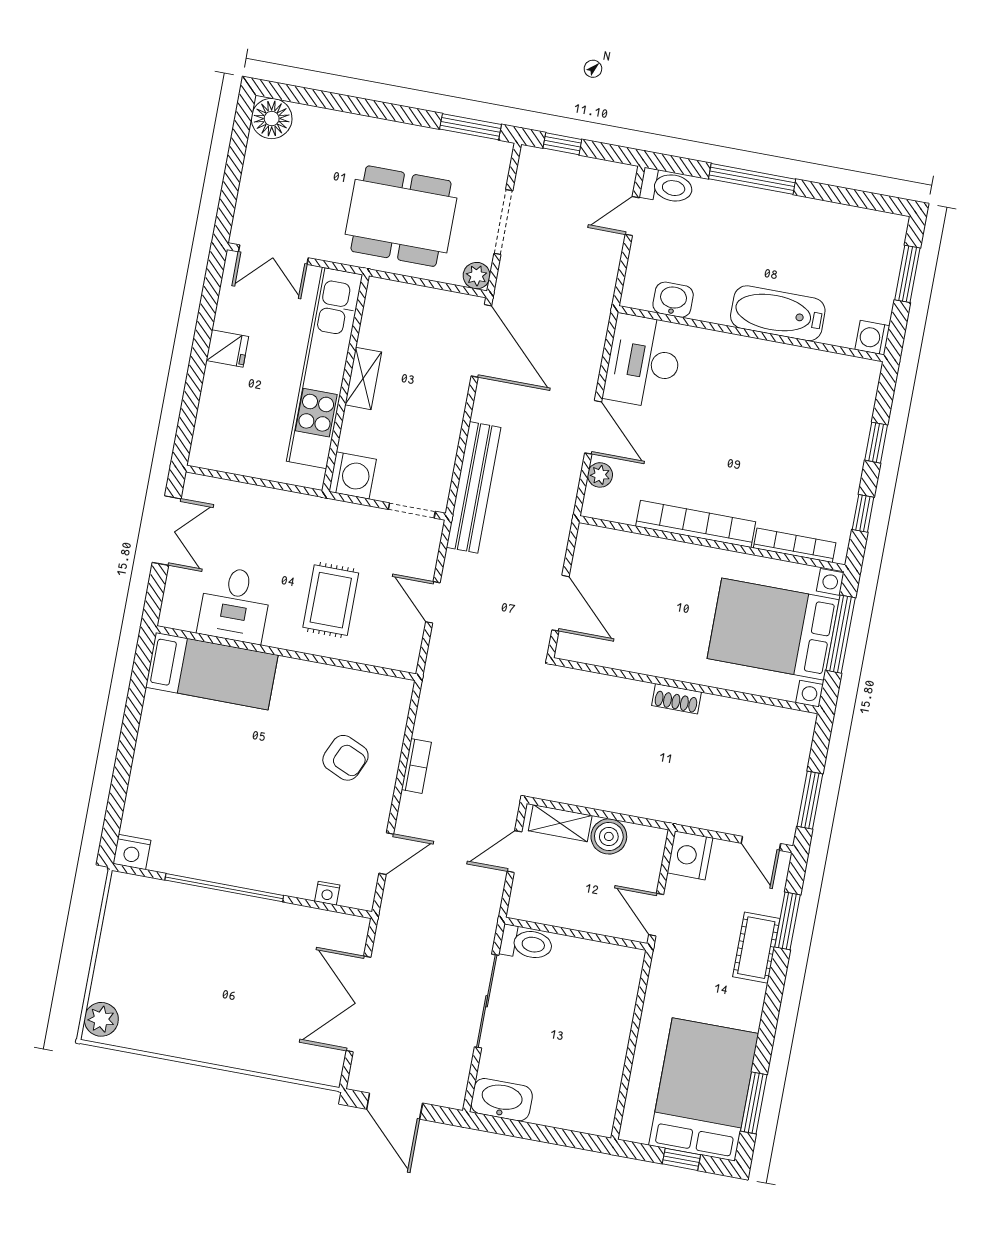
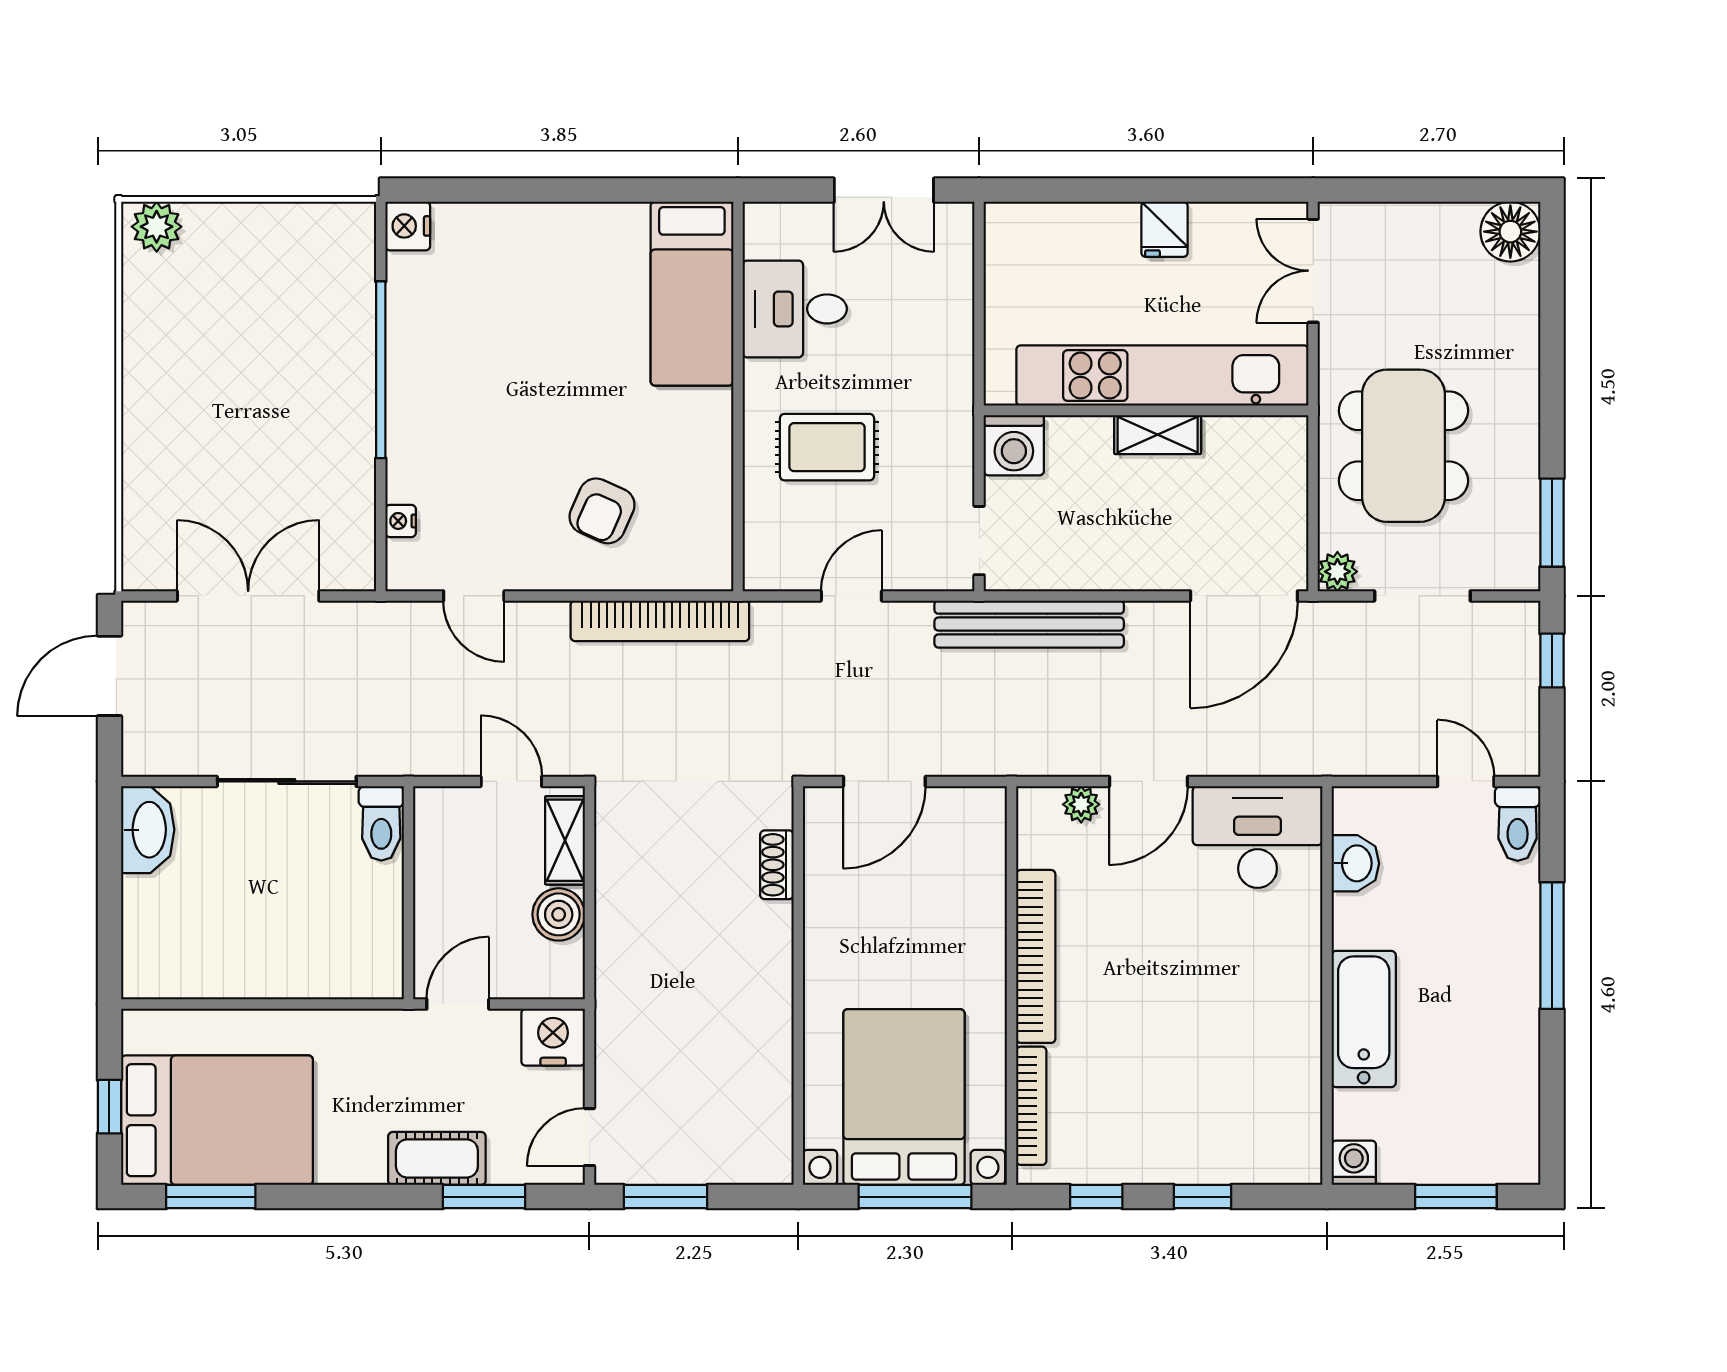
shoe rack: (676, 699) -> (777, 865), moved
bookcase: (416, 766) -> (660, 621), width x2.31, depth x1.31

